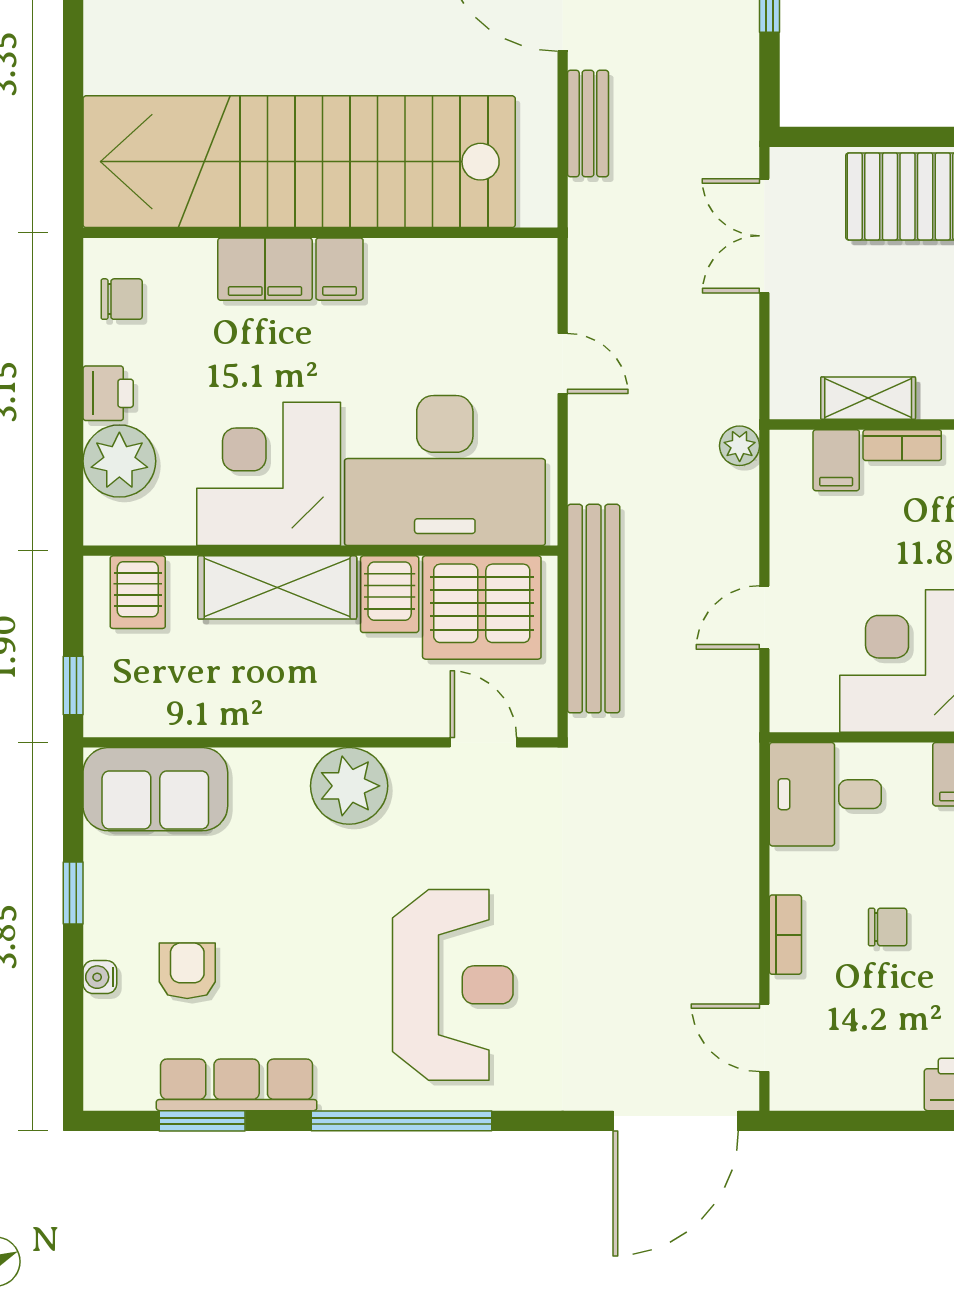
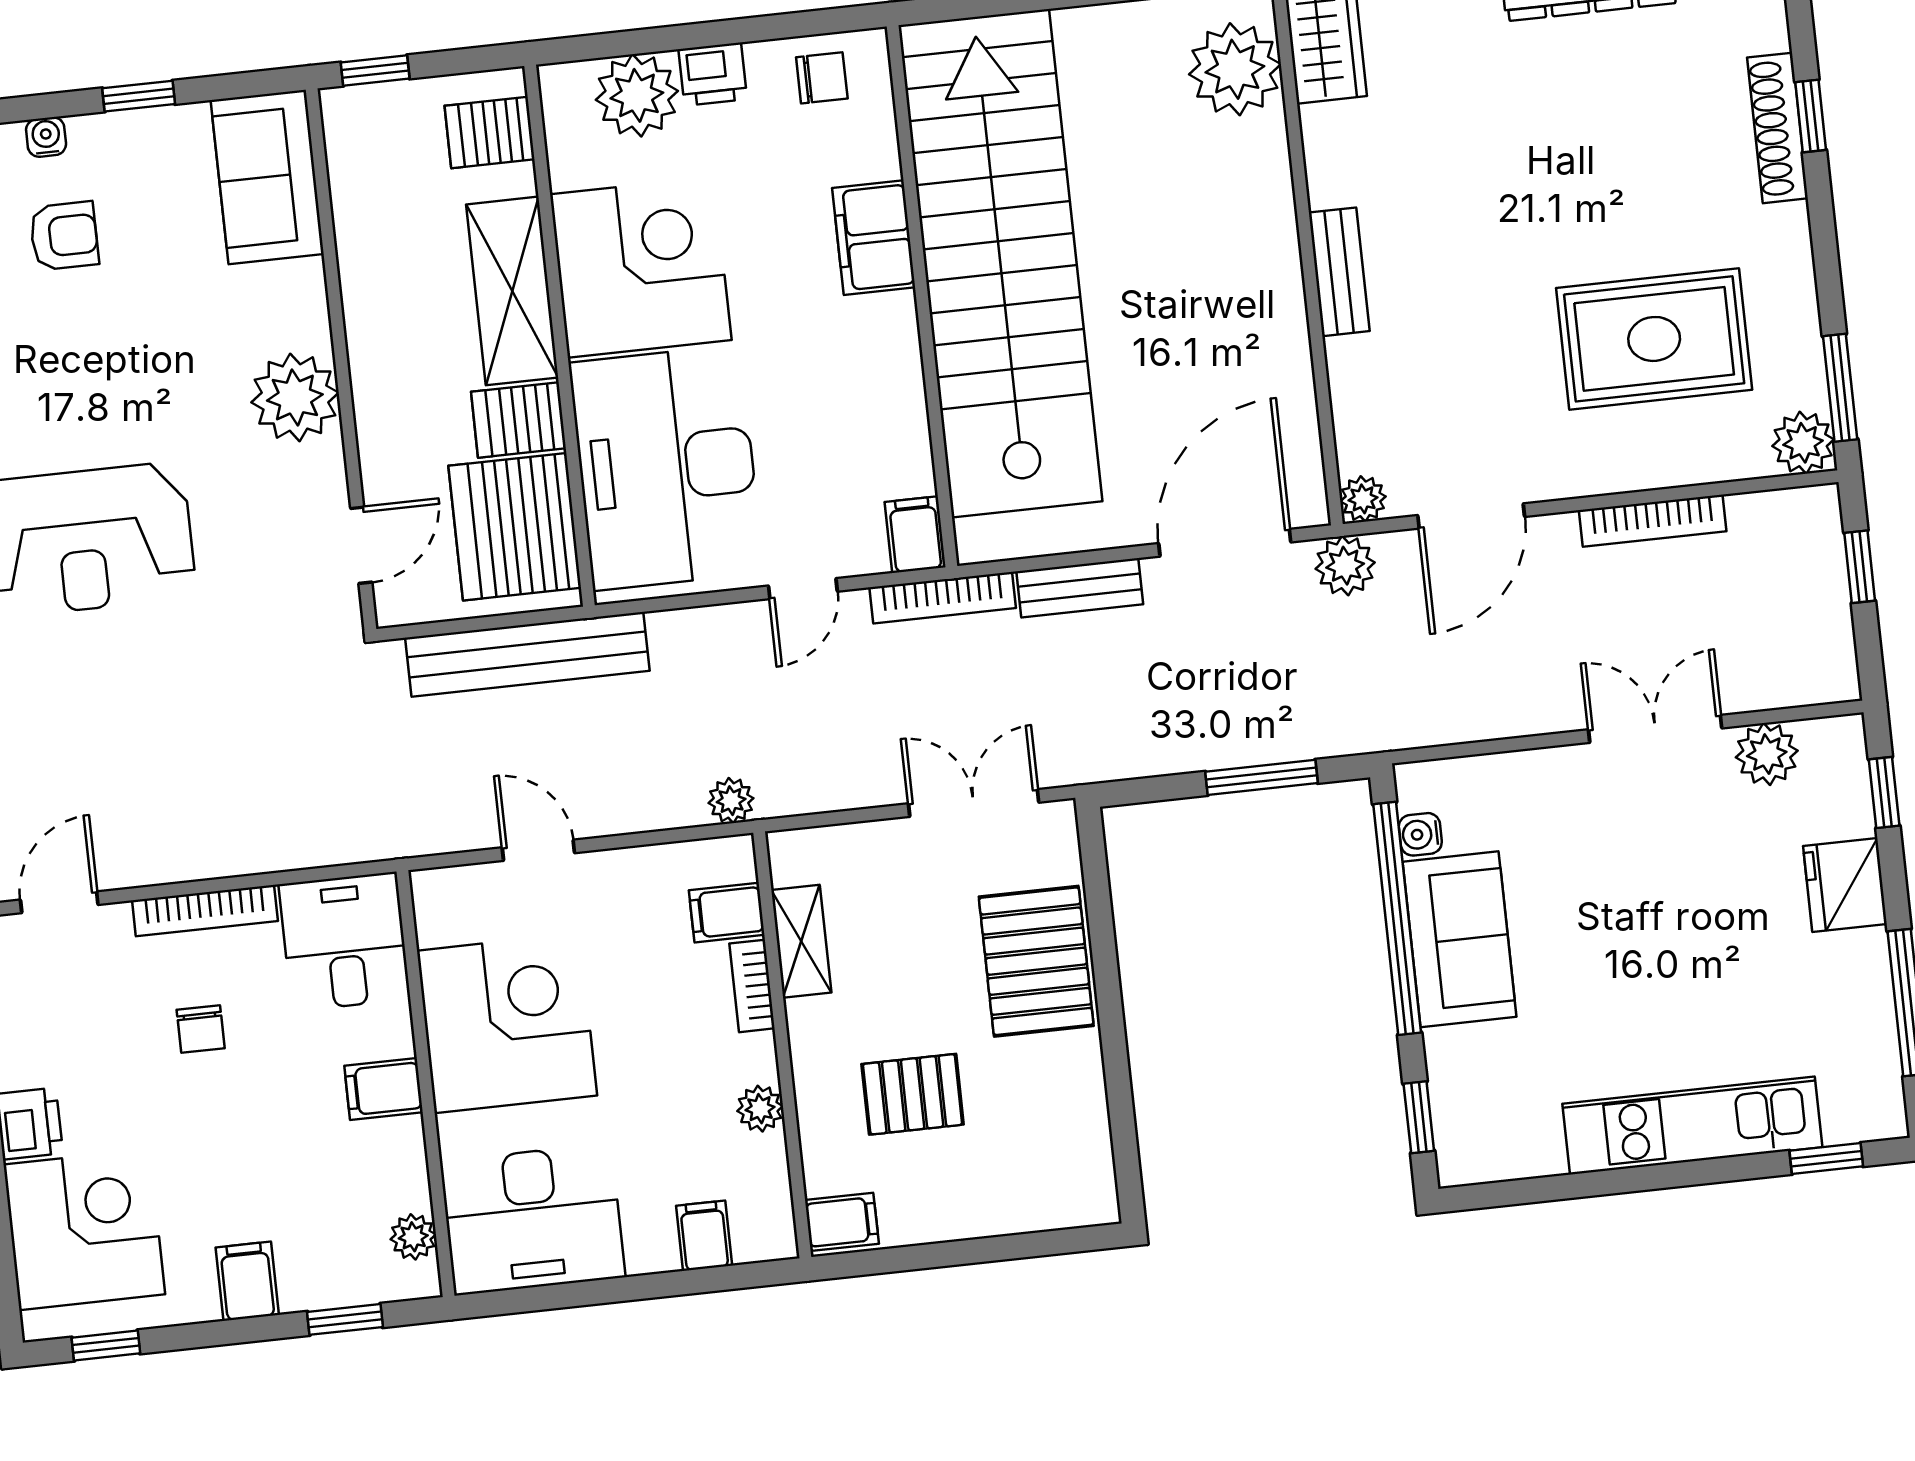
bookcase: (584, 243) -> (943, 598), added
filing cabinet: (339, 269) -> (915, 535), moved, turned 90
chair: (122, 299) -> (822, 78), turned -90
bookcase: (785, 935) -> (205, 911), width x1.56

